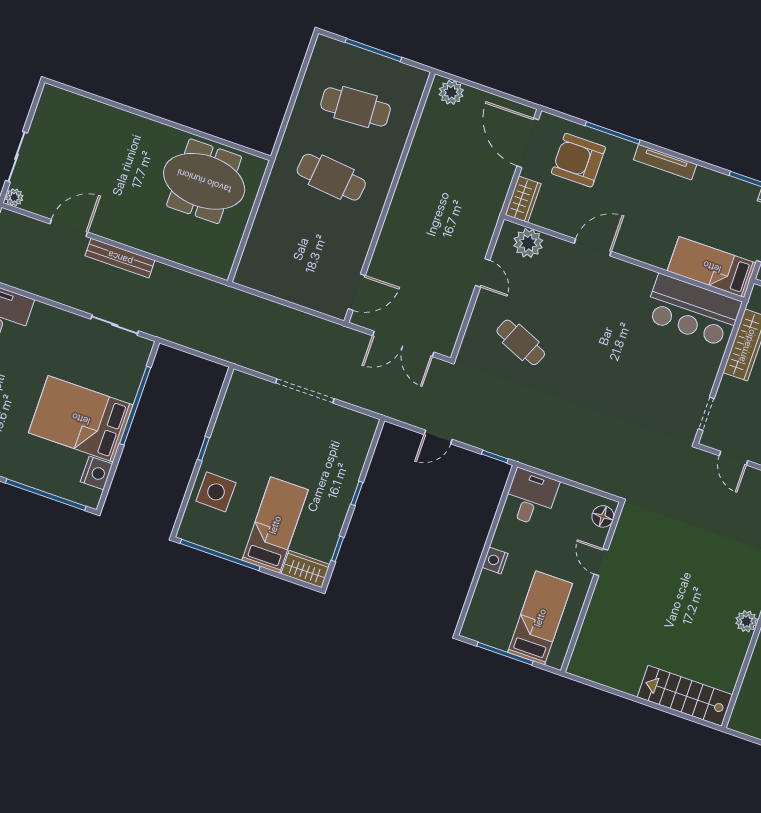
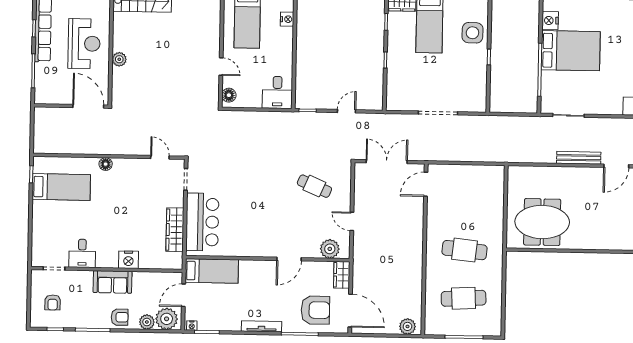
bar counter: (693, 310) -> (202, 222), moved, turned 90
nightstand: (495, 560) -> (287, 19), moved

